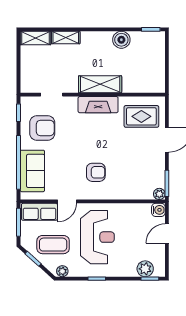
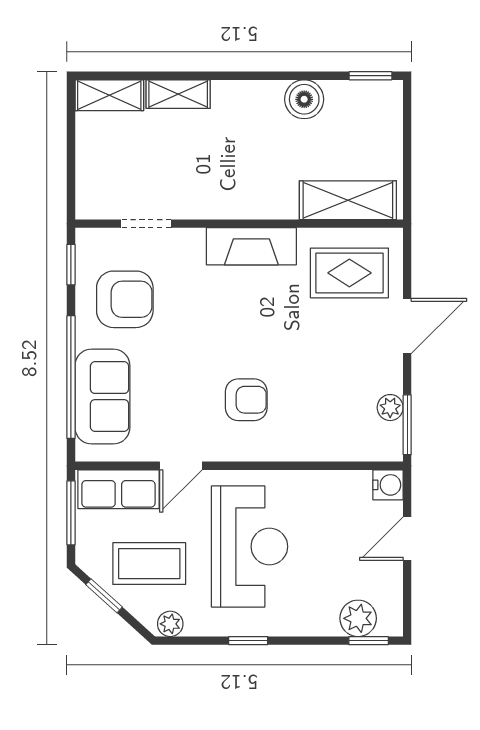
shelving: (100, 84) -> (348, 200), moved
plant: (159, 194) -> (390, 408), moved

